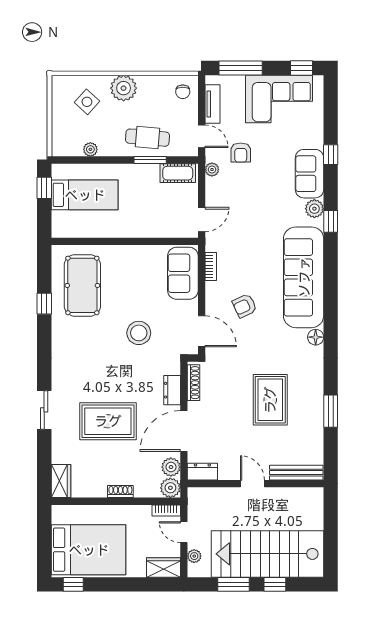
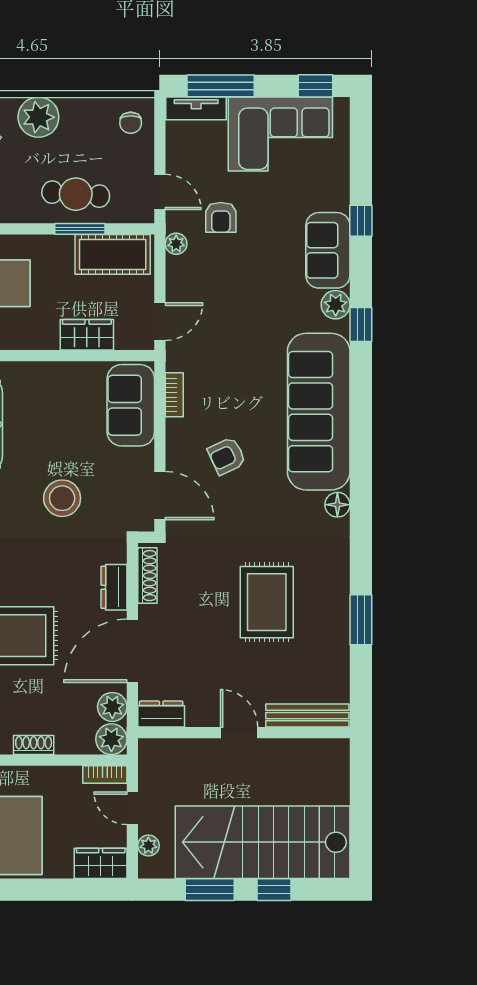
tv unit: (212, 104) -> (196, 108), moved, turned 90
cot: (178, 173) -> (113, 254), width x1.37, depth x1.34
wardrobe: (155, 228) -> (87, 335), added

